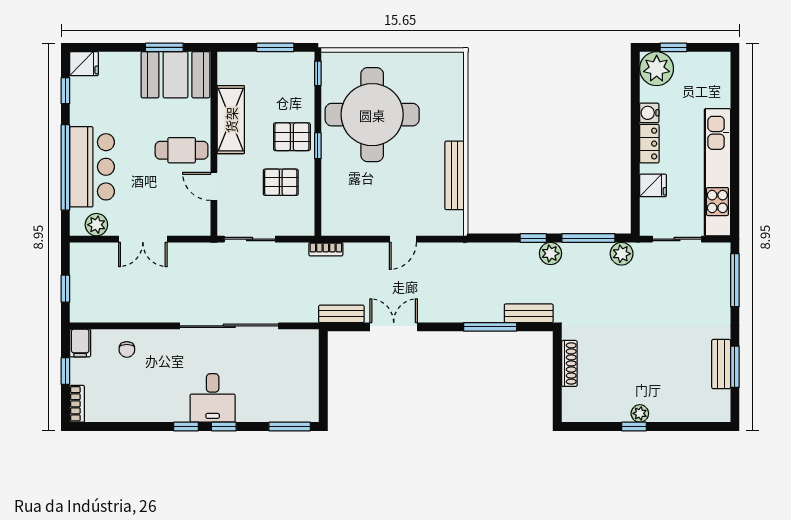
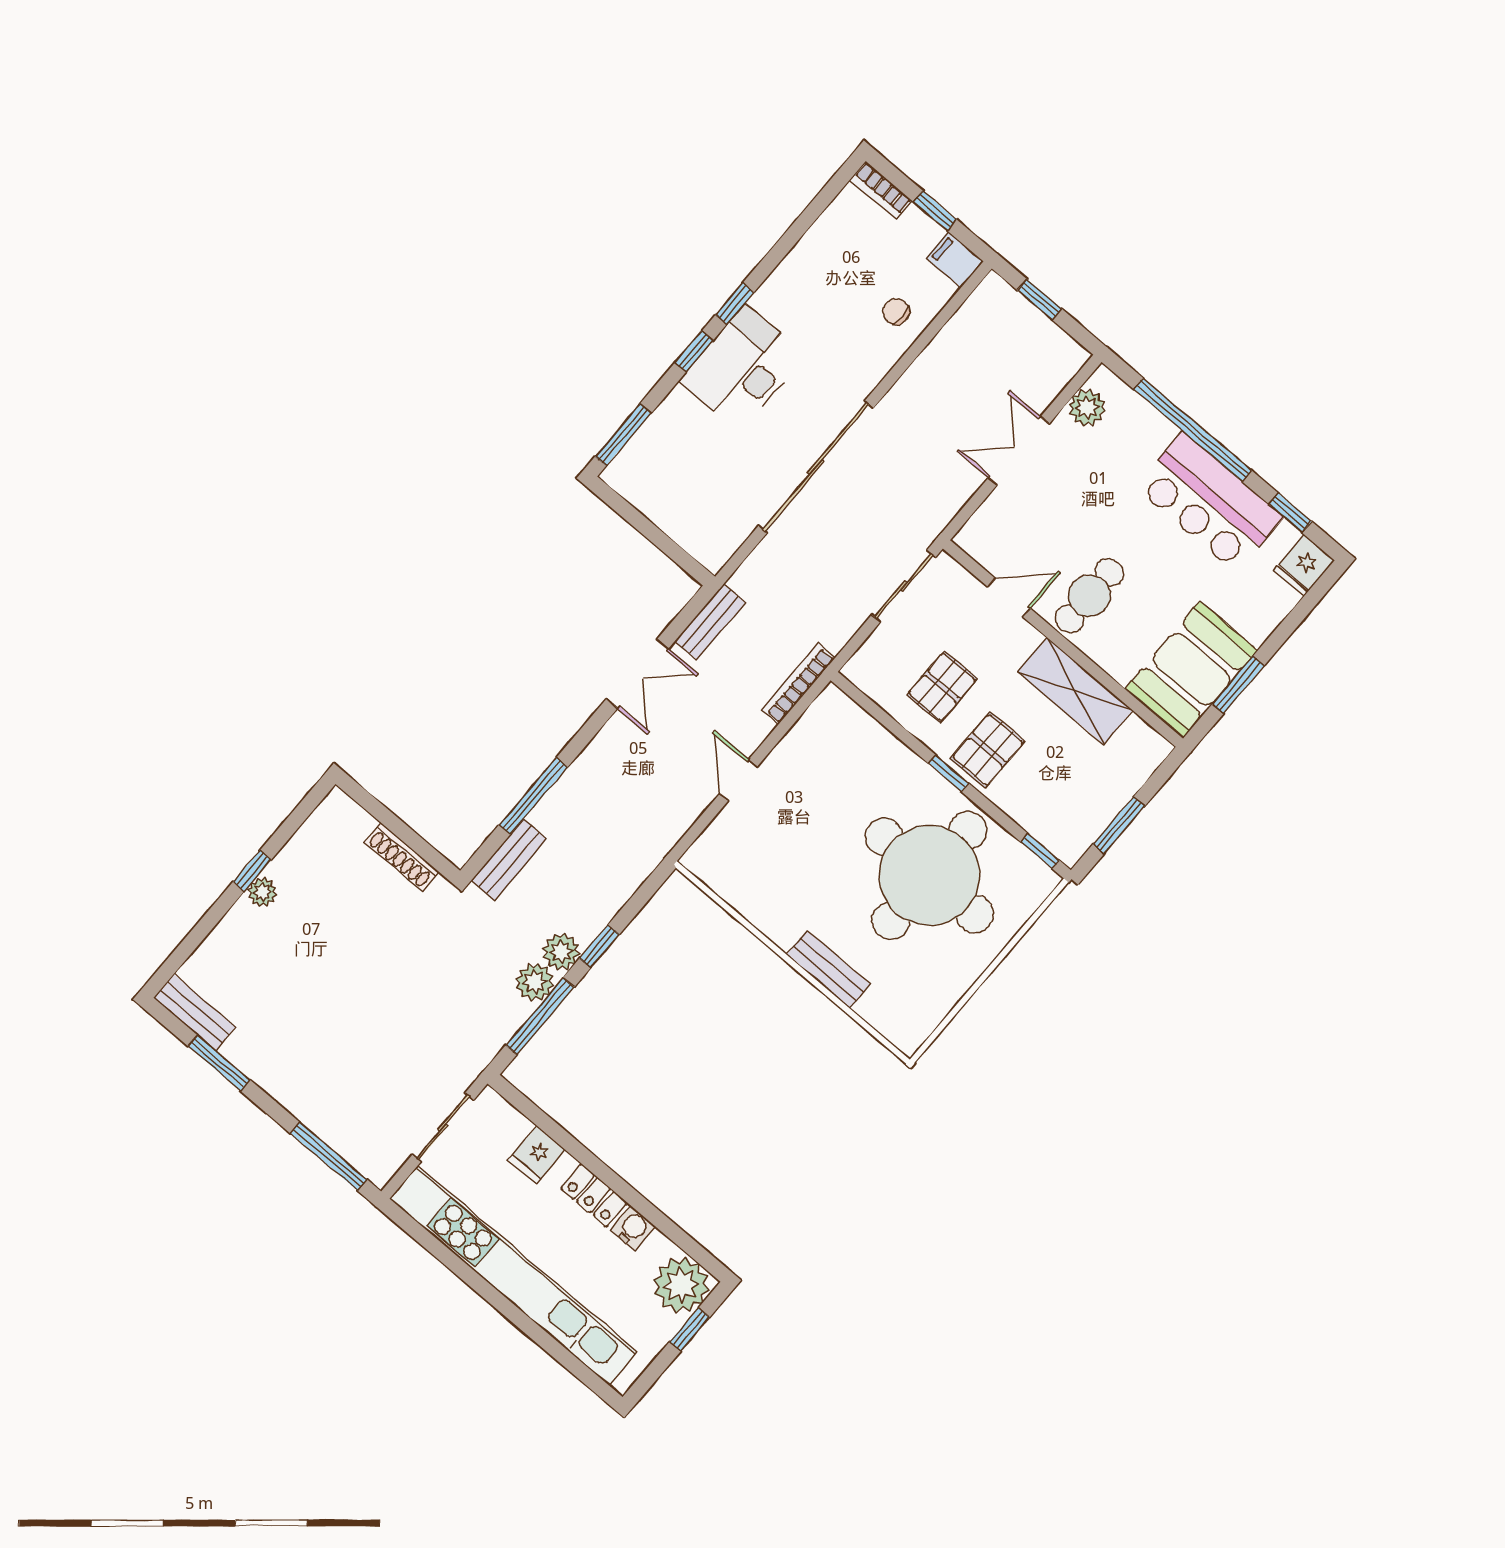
bar counter: (92, 167) -> (1209, 502), moved
kitchen unit: (717, 172) -> (513, 1275), width x1.36
bench: (454, 175) -> (828, 969), moved, width x0.73
bookcase: (326, 249) -> (798, 684), width x1.56
plant: (622, 254) -> (535, 982), moved
bench: (721, 364) -> (195, 1012), moved
desk: (213, 398) -> (742, 368), width x1.37

